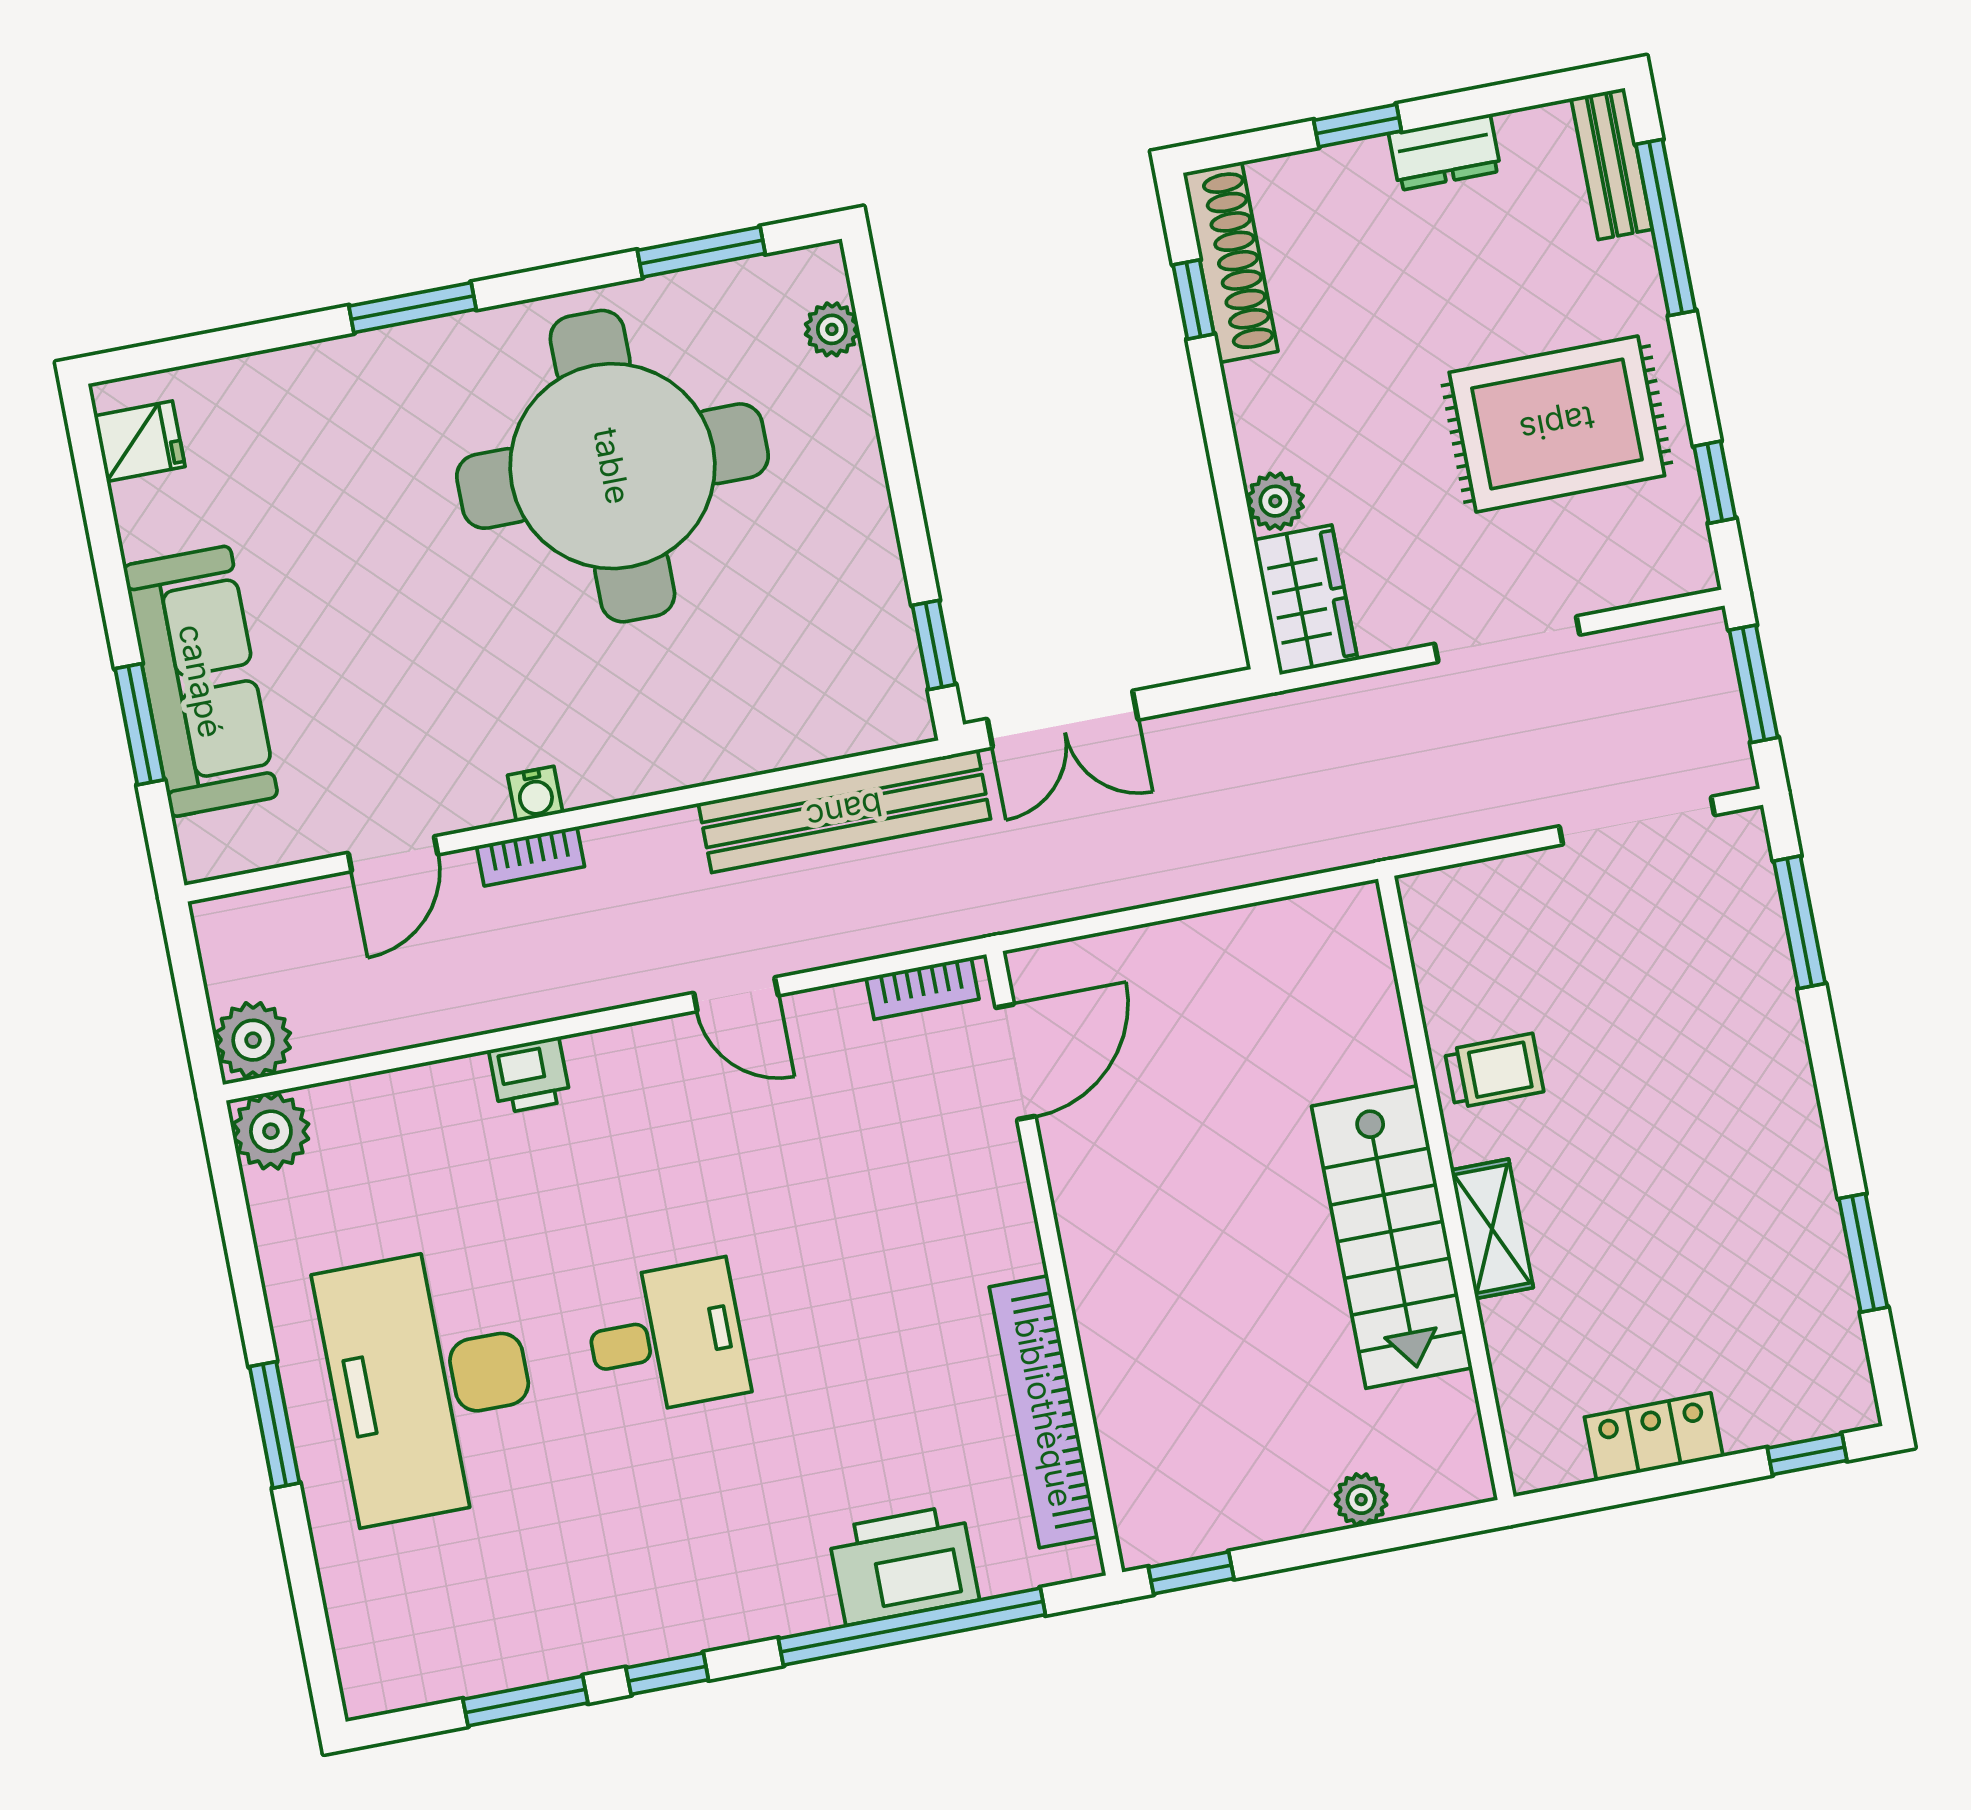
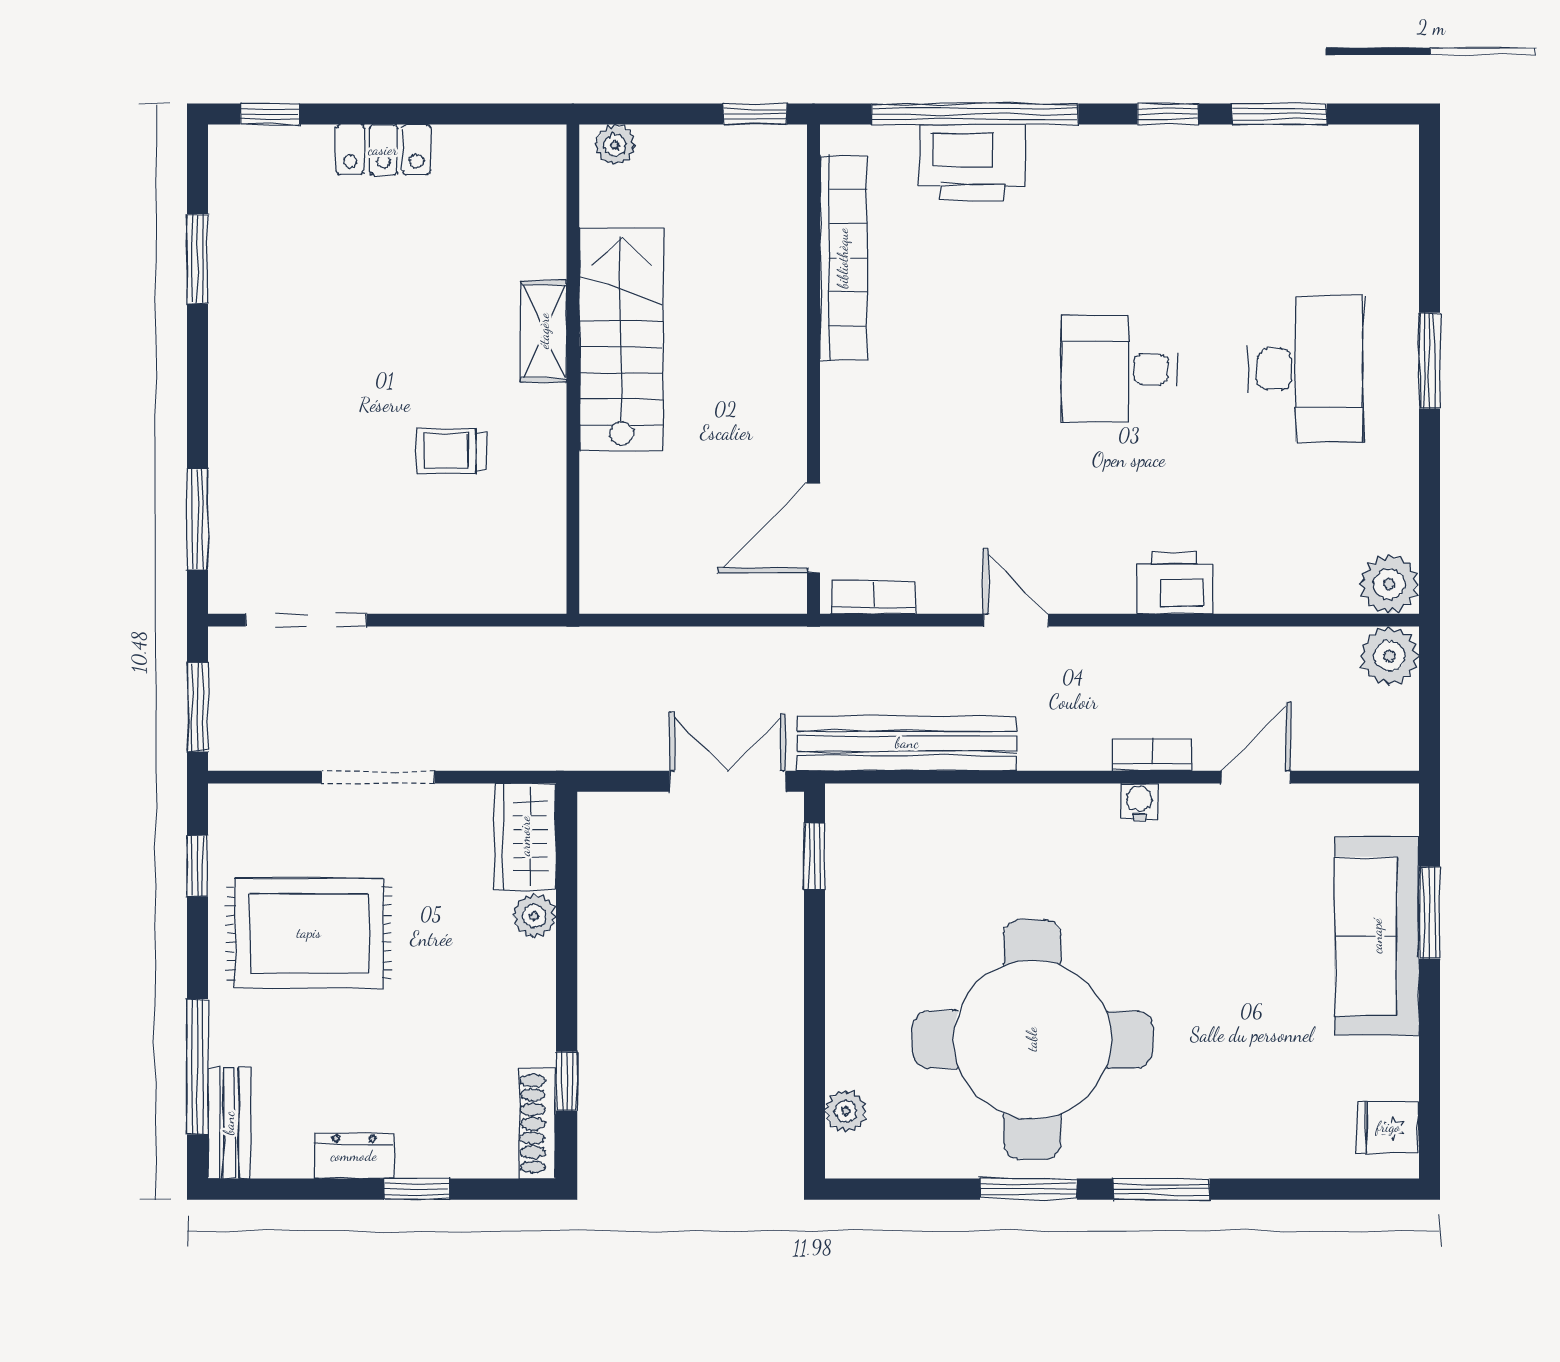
window: (701, 252) -> (1028, 1189), moved
shoe rack: (1231, 262) -> (538, 1124), width x0.74, depth x0.81
printer: (530, 1075) -> (1174, 583), width x1.36, depth x1.24
wall: (1446, 1188) -> (573, 369), moved
shelving: (1492, 1229) -> (544, 331), moved
stairs: (1392, 1237) -> (621, 340), moved
desk: (430, 1383) -> (1305, 369), width x0.73, depth x0.77

